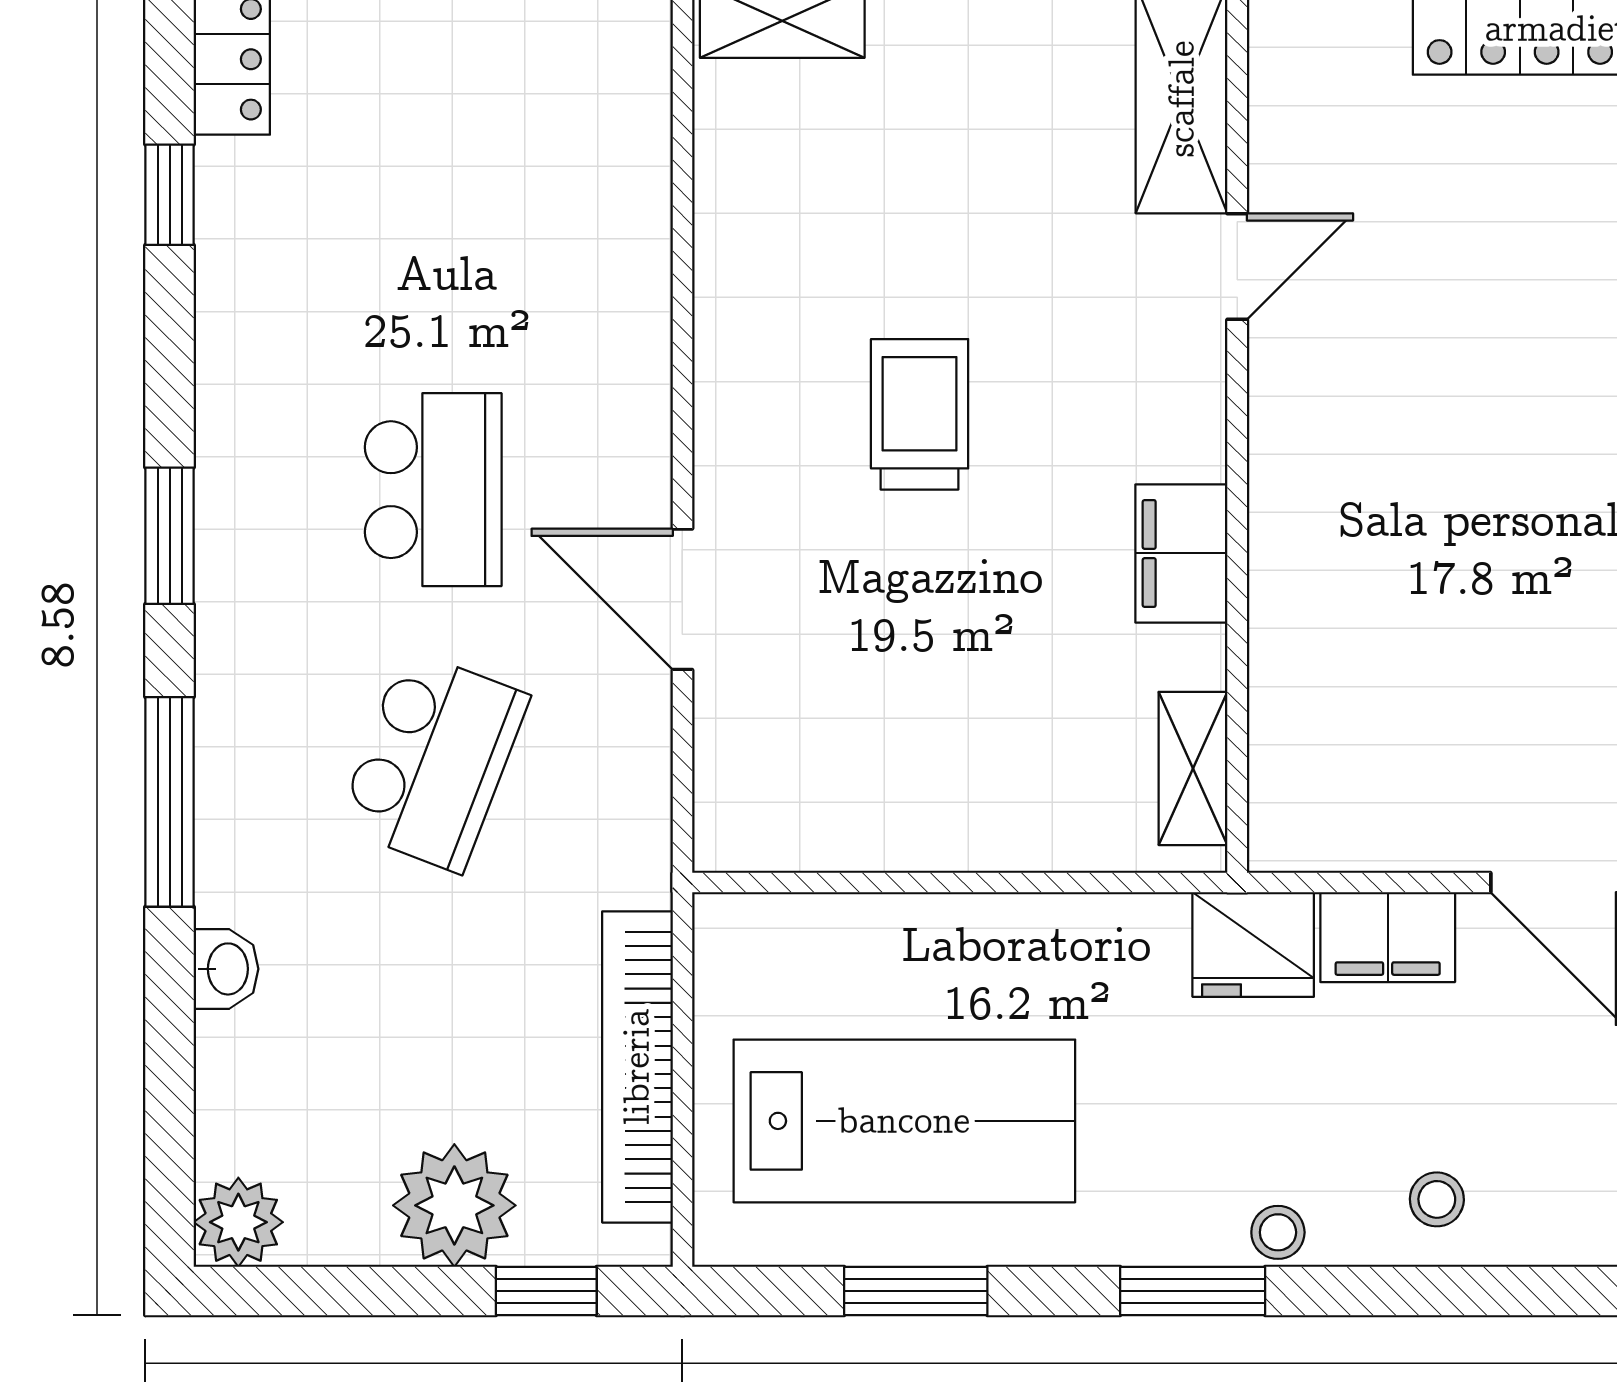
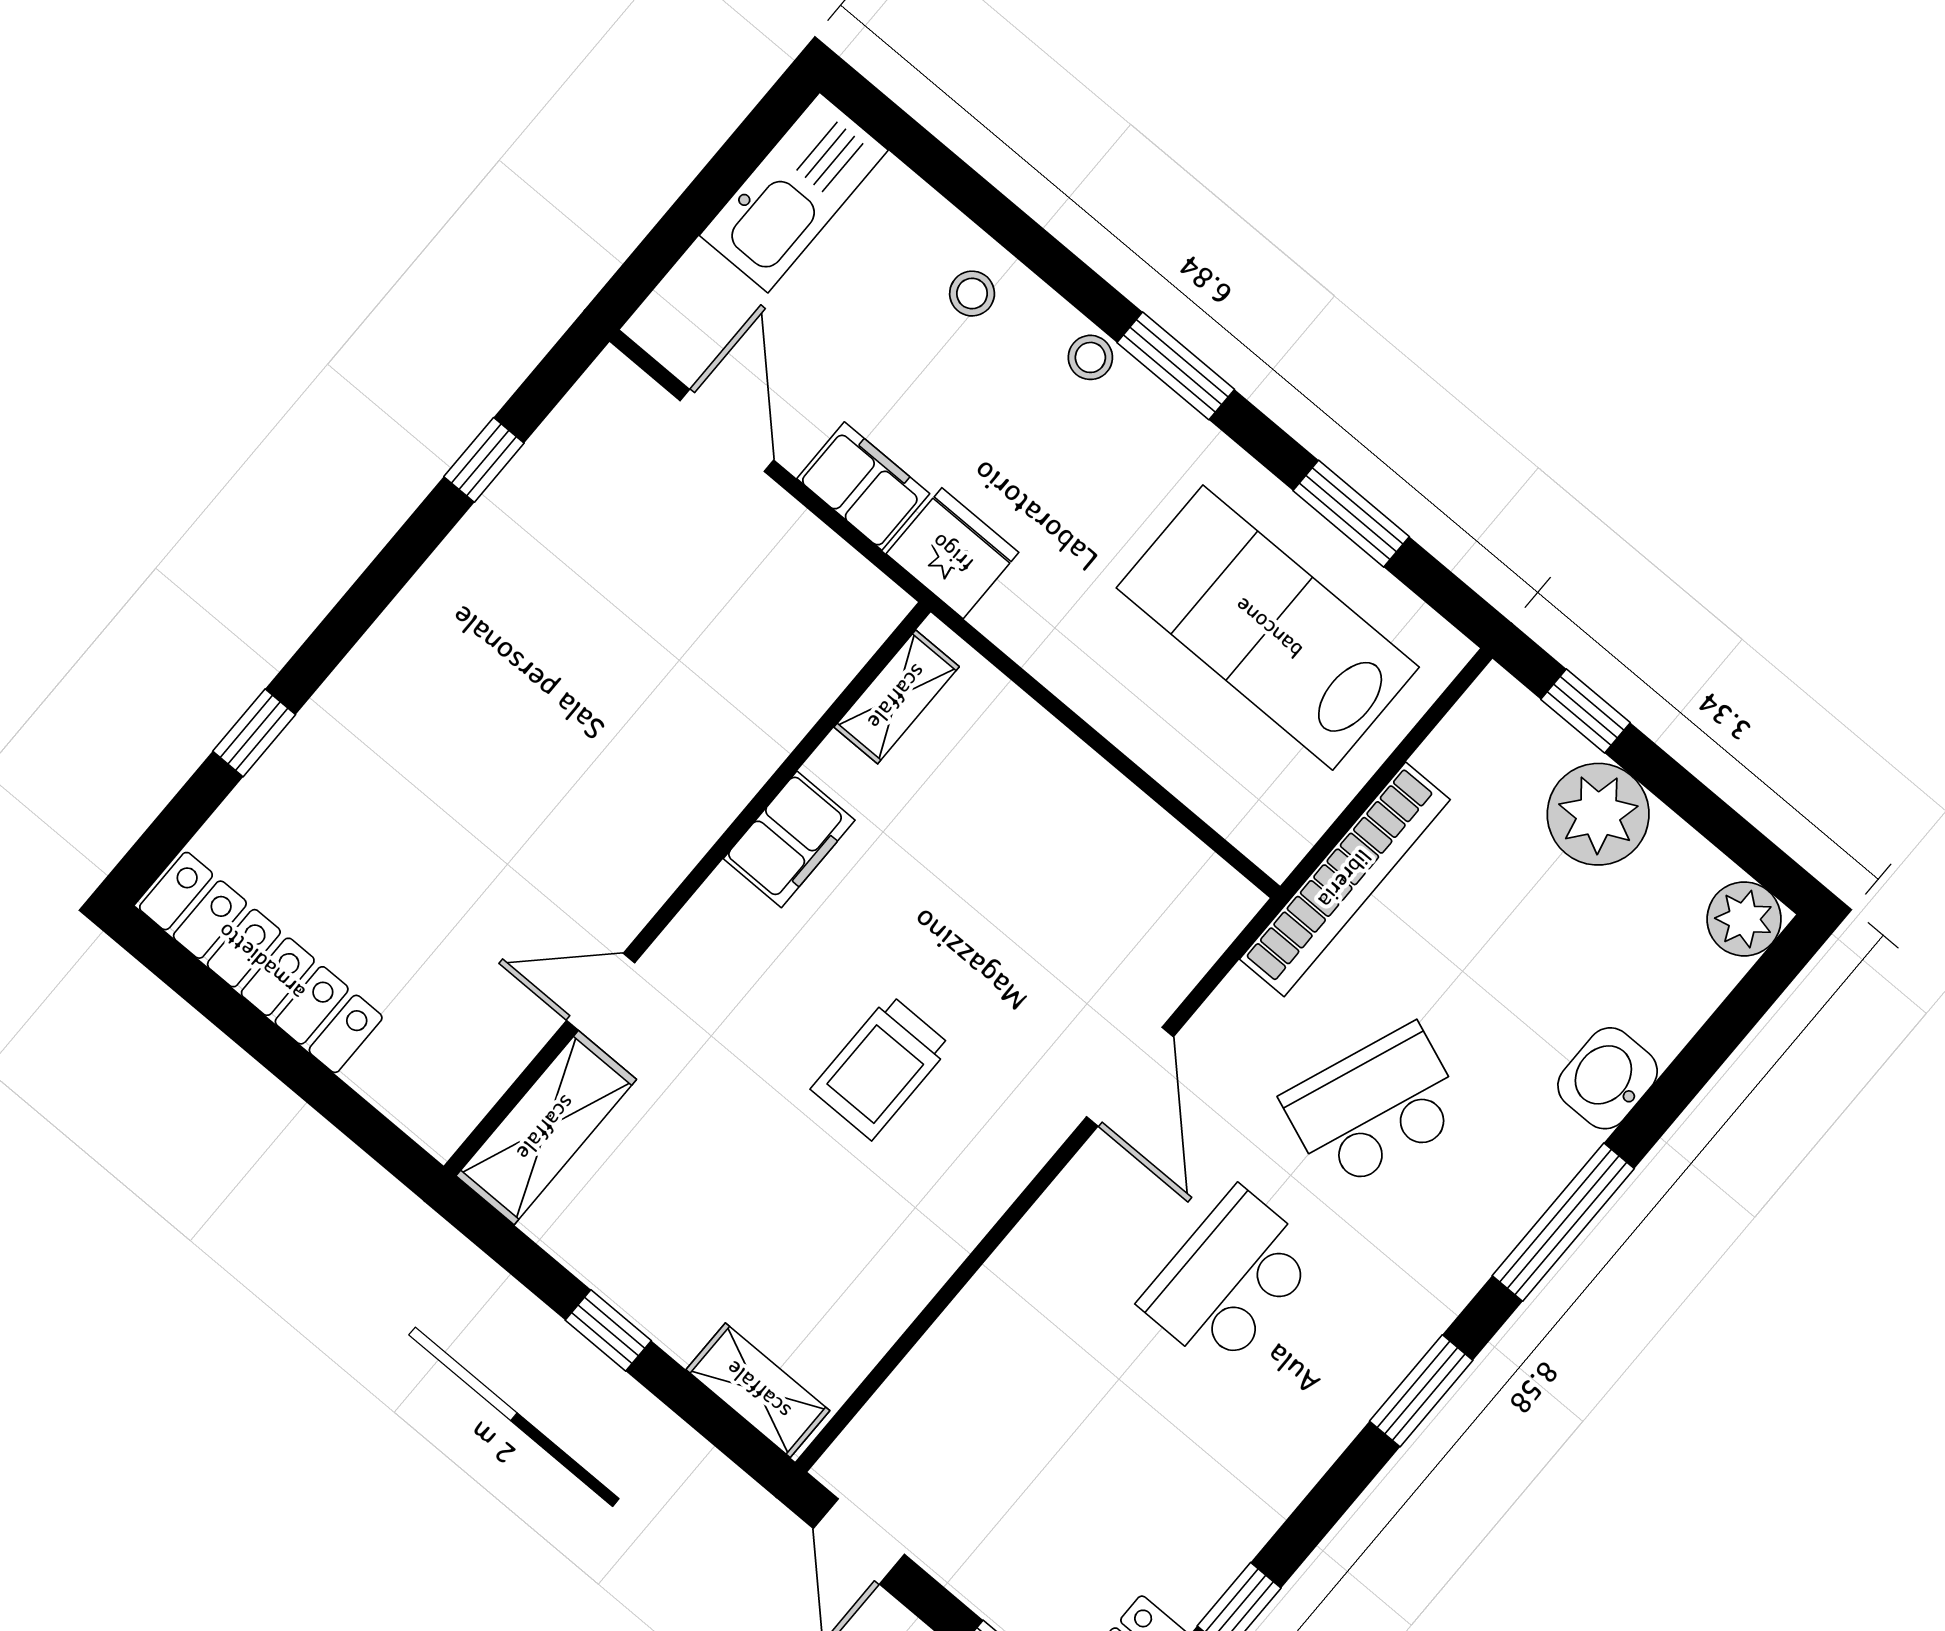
washbasin: (226, 969) -> (1608, 1078), width x1.38, depth x1.45
bookcase: (637, 1067) -> (1345, 879), moved

